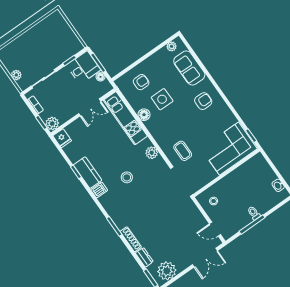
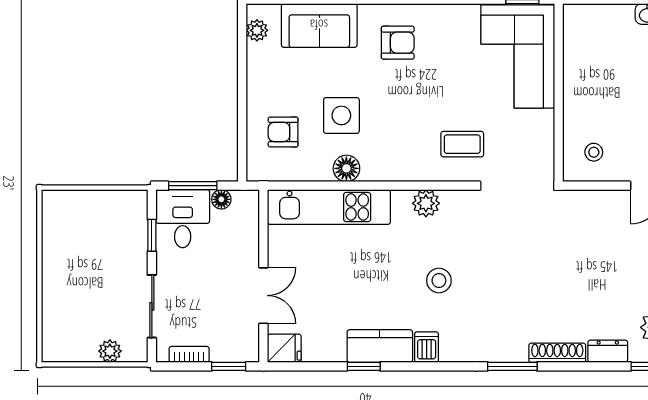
armchair: (141, 82) -> (283, 132), turned -90
armchair: (203, 101) -> (398, 43), turned 90
double door: (90, 107) -> (263, 296), moved
plant: (52, 123) -> (245, 348), removed

